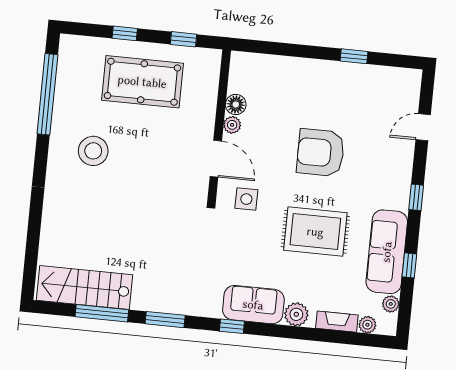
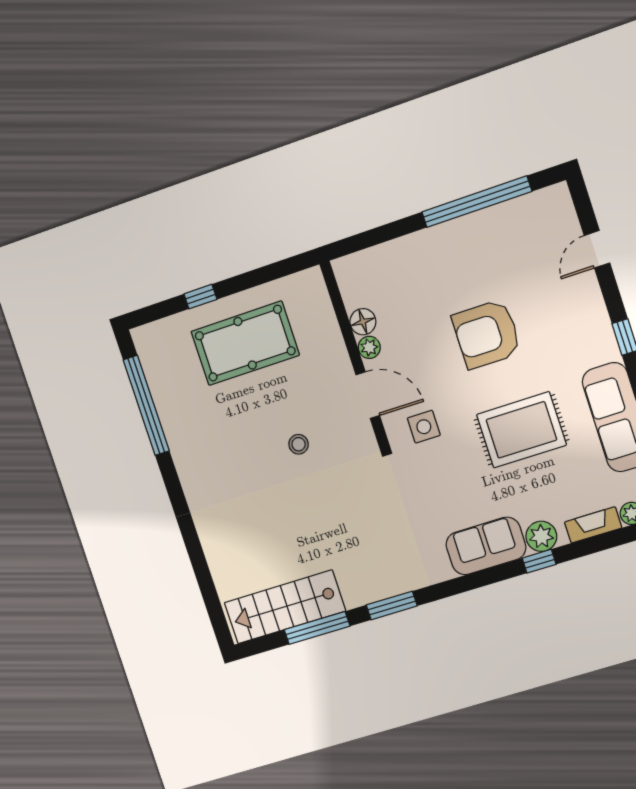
window: (184, 39) -> (270, 273), removed
window: (354, 56) -> (477, 202), width x3.17
stool: (93, 151) -> (299, 444), moved, width x0.53, depth x0.53
window: (232, 326) -> (539, 561), moved

